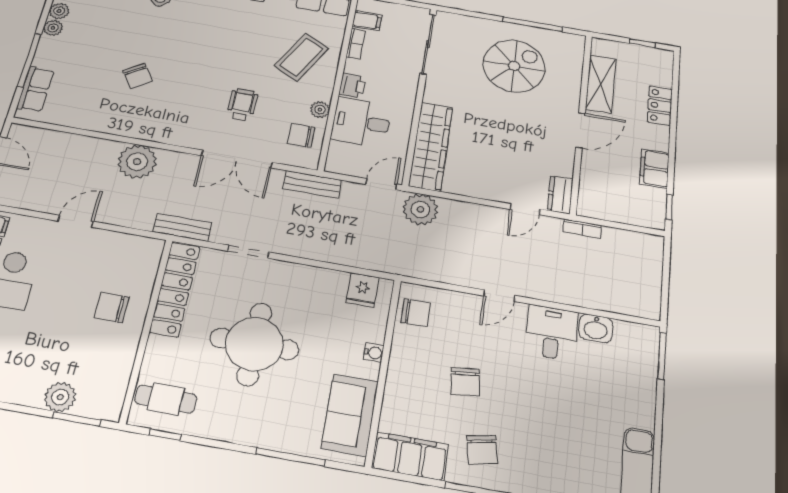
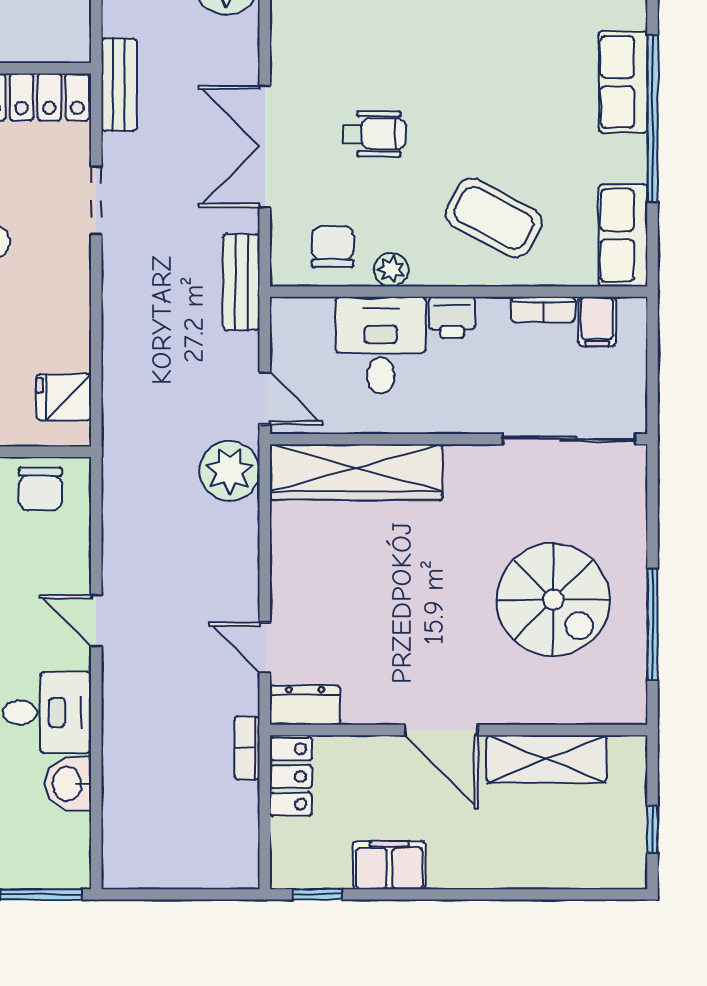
locker: (660, 106) -> (291, 777), moved, turned 90

